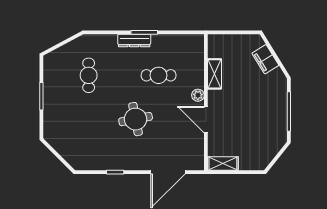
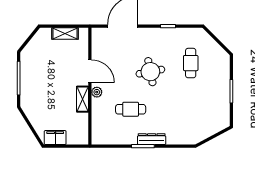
filing cabinet: (265, 59) -> (55, 138), moved, turned -58
shelving: (214, 74) -> (83, 99), moved
cafe table: (89, 75) -> (191, 63), moved
shelving: (223, 163) -> (65, 33), moved

